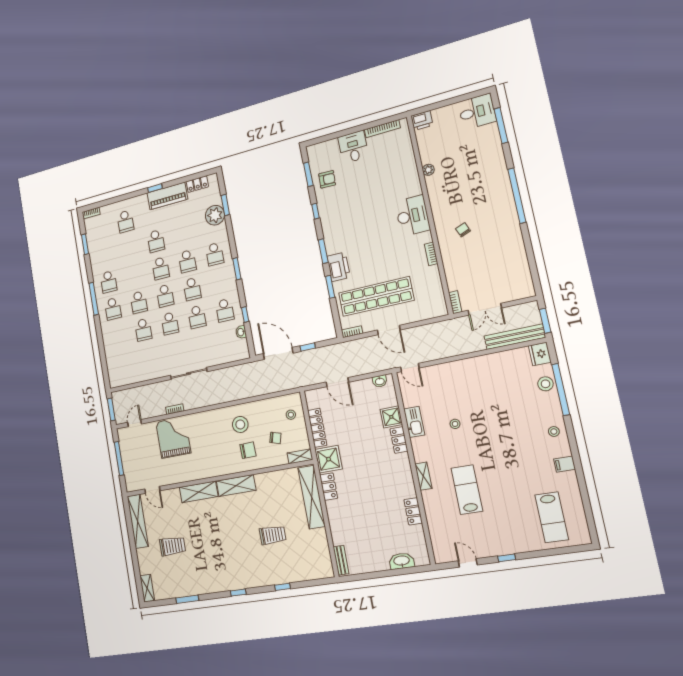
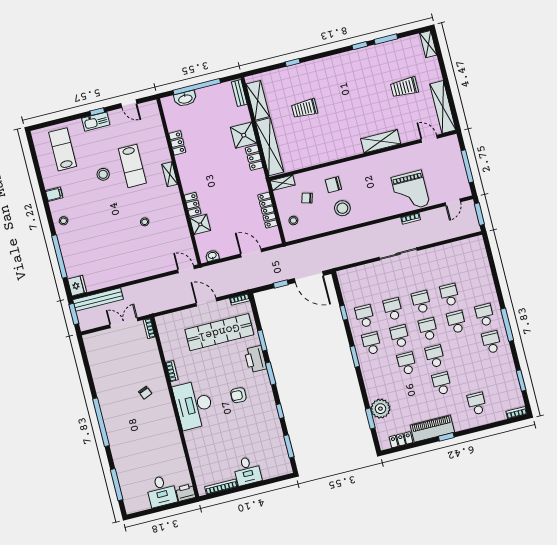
desk: (477, 112) -> (161, 491), moved, turned -90
plant: (428, 170) -> (178, 447), removed
armchair: (327, 179) -> (238, 395), moved
desk: (412, 216) -> (194, 405), width x1.36, depth x1.30
school desk: (215, 254) -> (372, 343), moved
washbasin: (241, 332) -> (347, 296), removed
stool: (545, 384) -> (103, 174), moved
kitchen sink: (414, 422) -> (96, 122), moved, turned -90
shower: (329, 459) -> (244, 135), moved
shelving: (236, 486) -> (258, 100), moved, turned 90
window: (388, 573) -> (197, 87), added
window: (238, 593) -> (360, 46), moved

